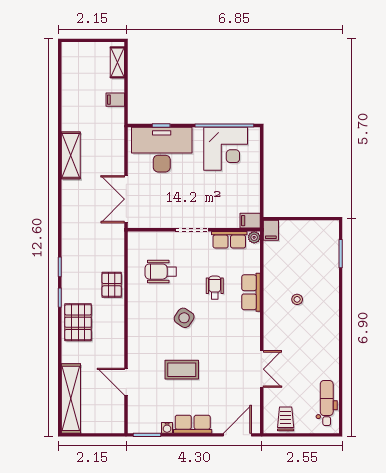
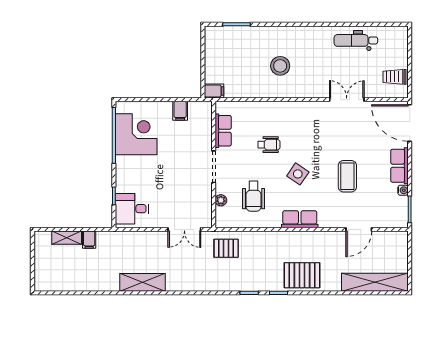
shelving: (117, 62) -> (67, 238), moved
desk: (162, 150) -> (132, 209), width x0.53, depth x0.77
double door: (126, 199) -> (184, 229), width x0.73
filing cabinet: (250, 221) -> (180, 111), moved
plant: (254, 237) -> (221, 200), moved
pallet: (112, 285) -> (226, 248), moved
wheelchair: (215, 288) -> (269, 145), turned 180
row of seats: (251, 292) -> (300, 219), moved, turned 180
stool: (297, 299) -> (280, 66), width x1.89, depth x1.89
dental chair: (327, 403) -> (356, 40), moved
door: (237, 435) -> (410, 123), width x1.36

